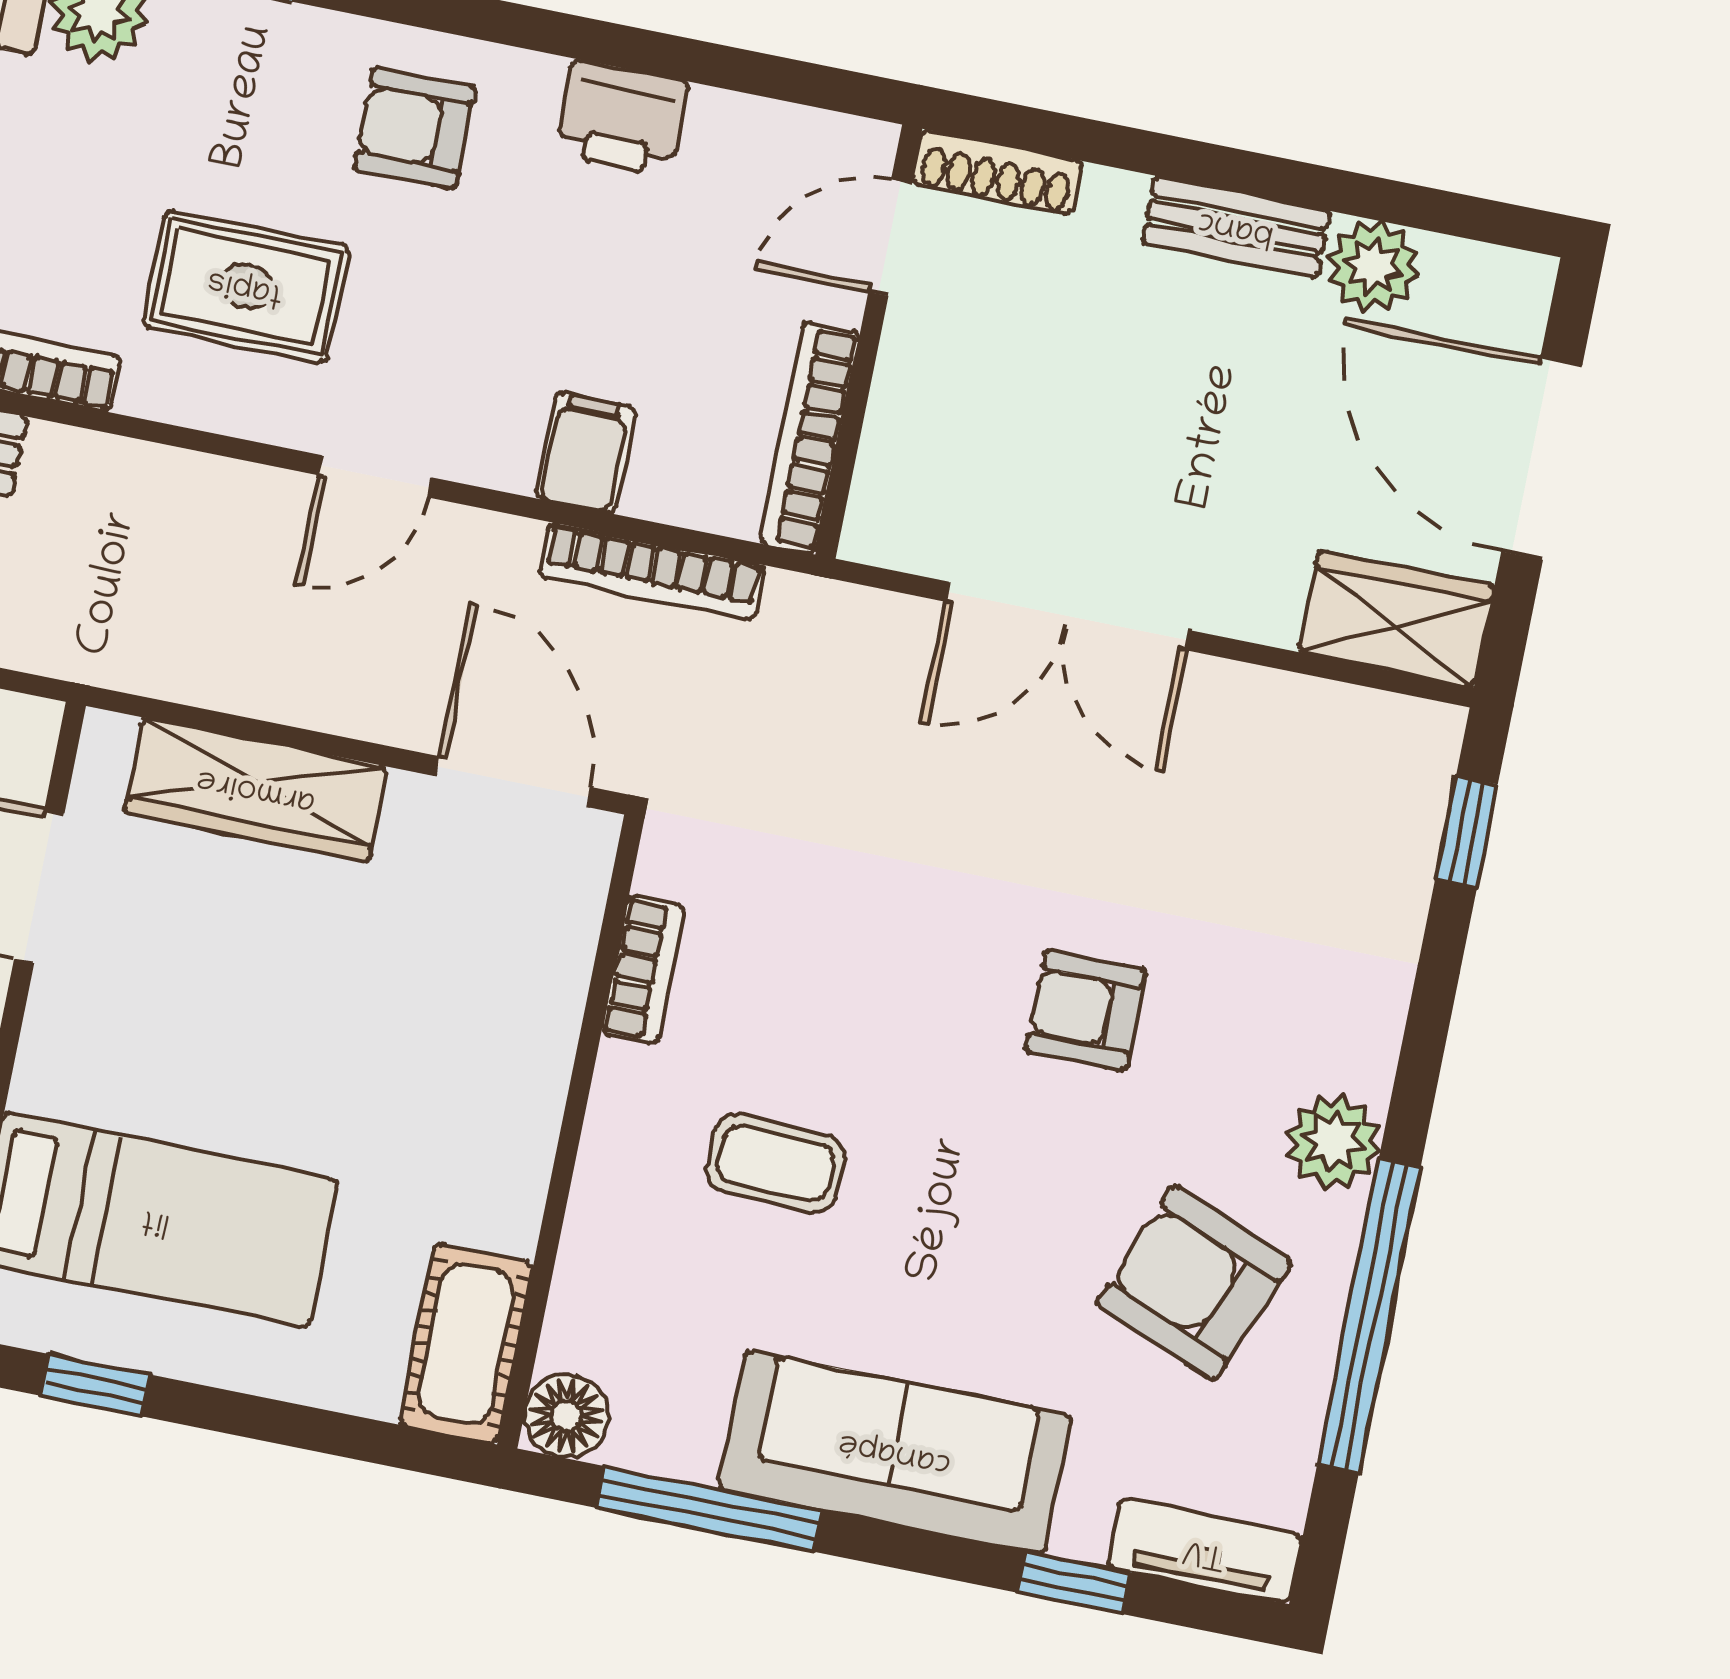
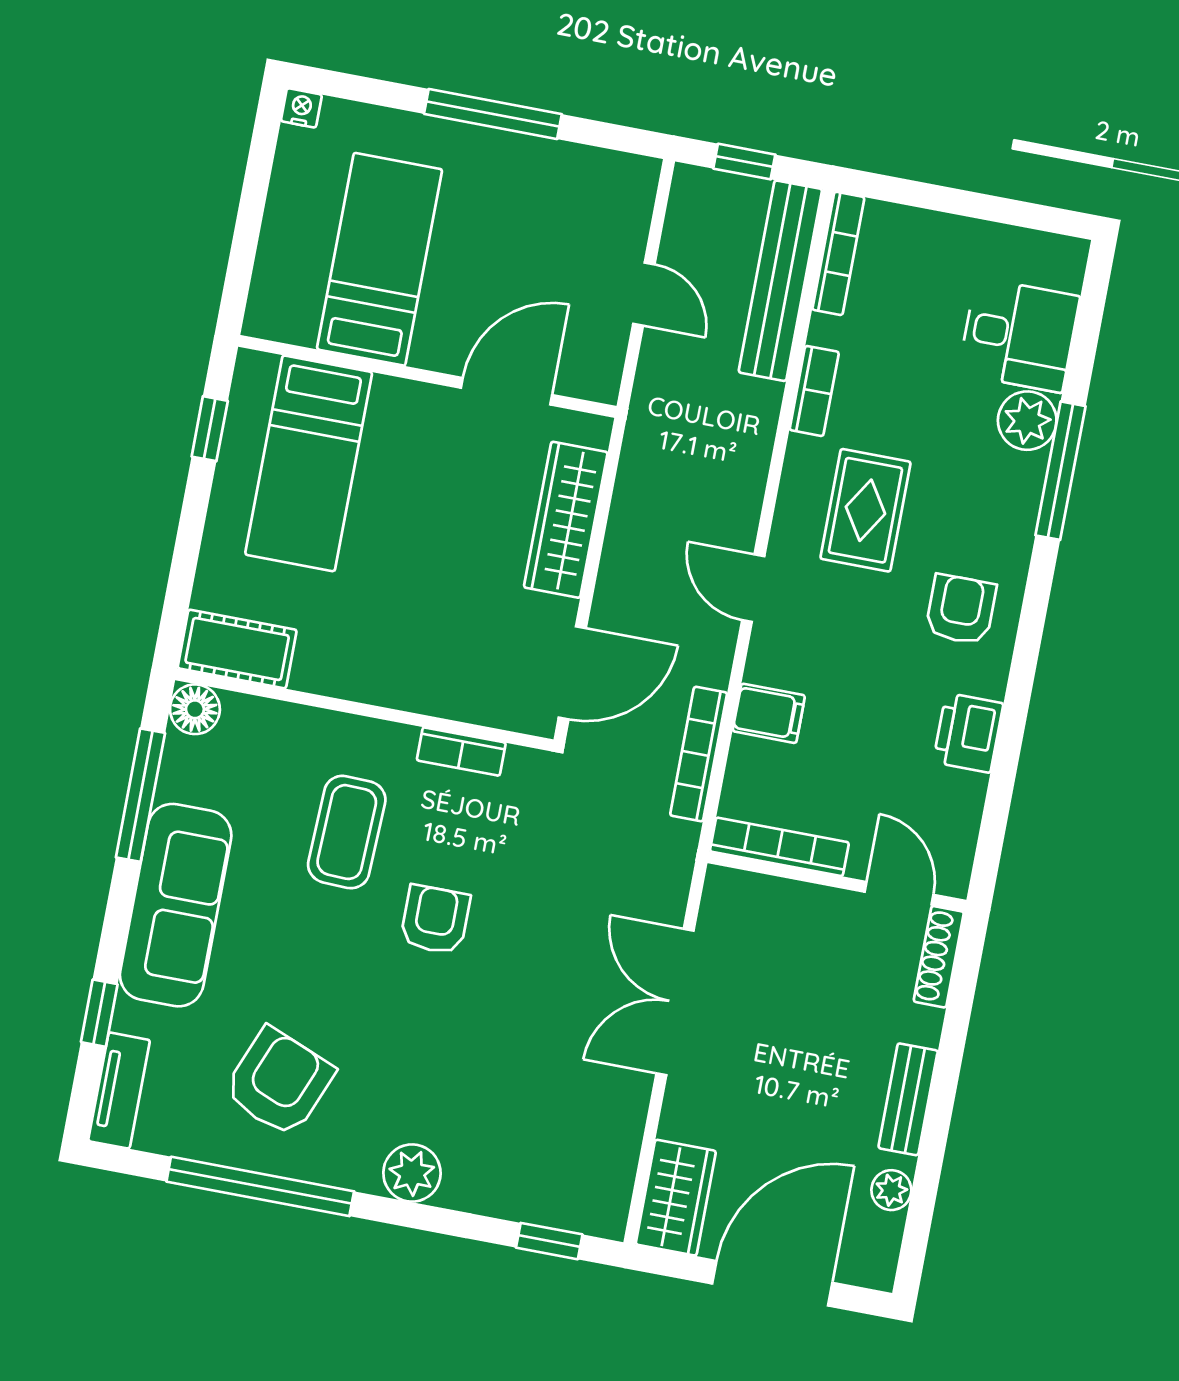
plant: (1373, 266) -> (891, 1190), width x0.73, depth x0.73
armchair: (1086, 1010) -> (435, 920), moved
plant: (1333, 1141) -> (412, 1173), moved
coffee table: (776, 1163) -> (347, 832), width x1.36, depth x1.30

